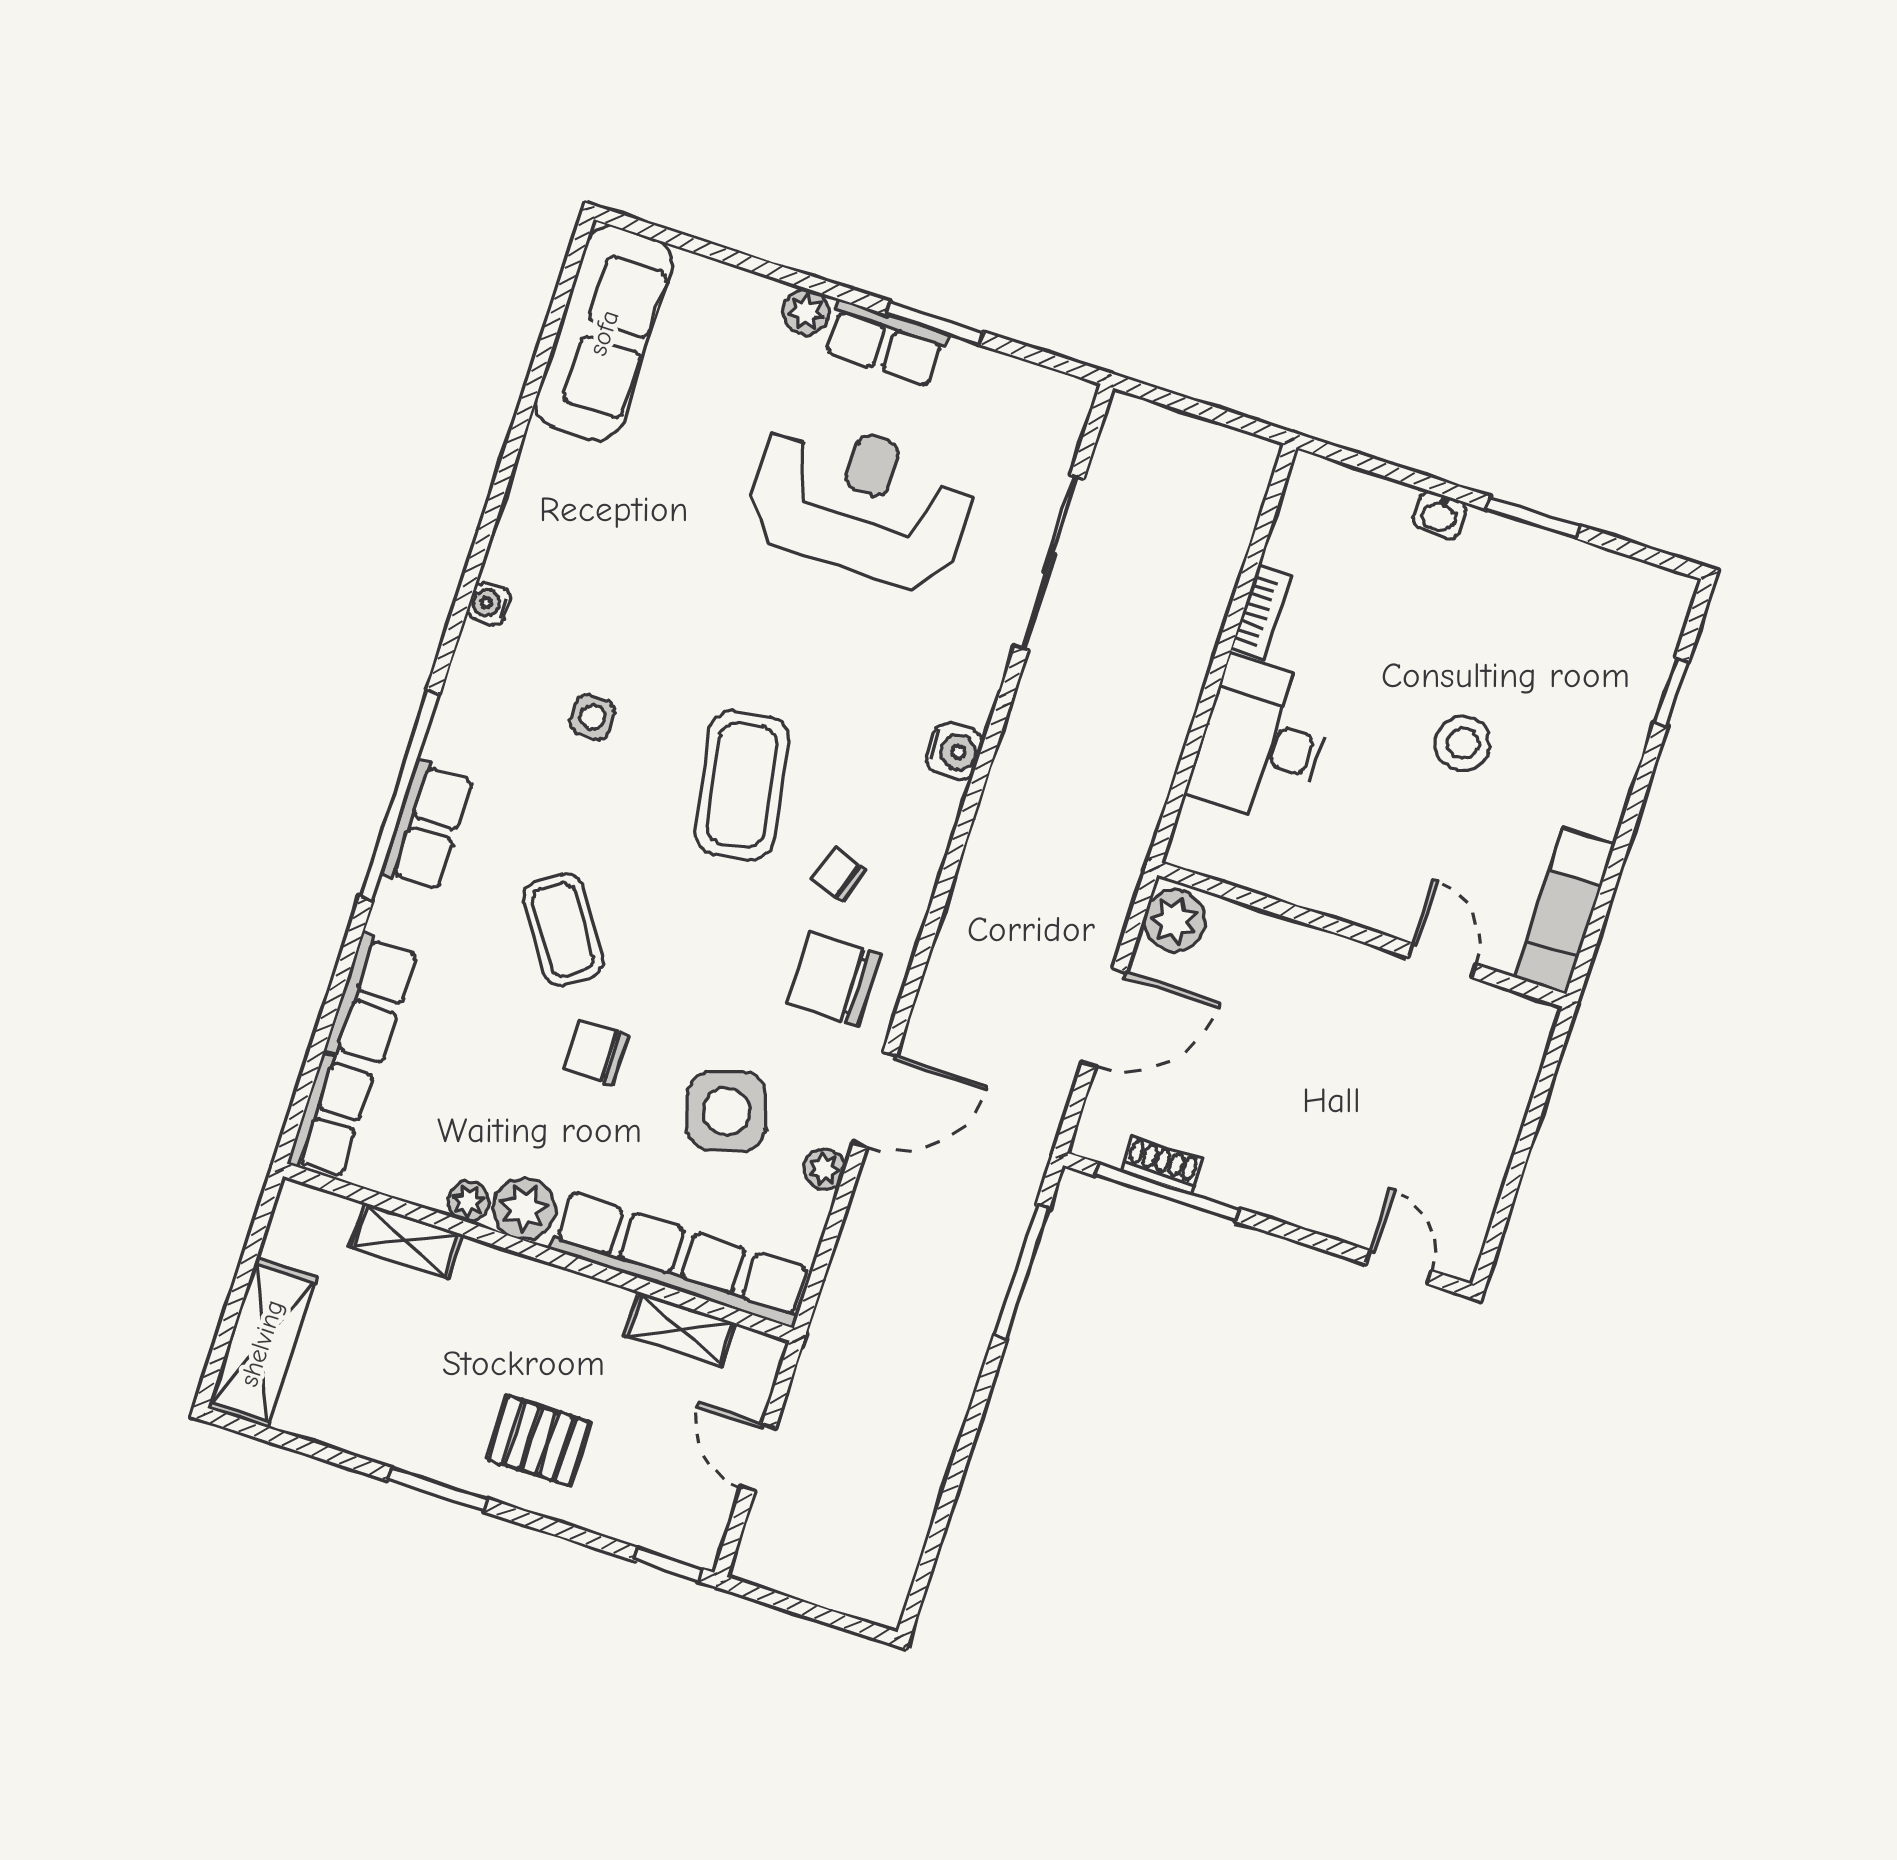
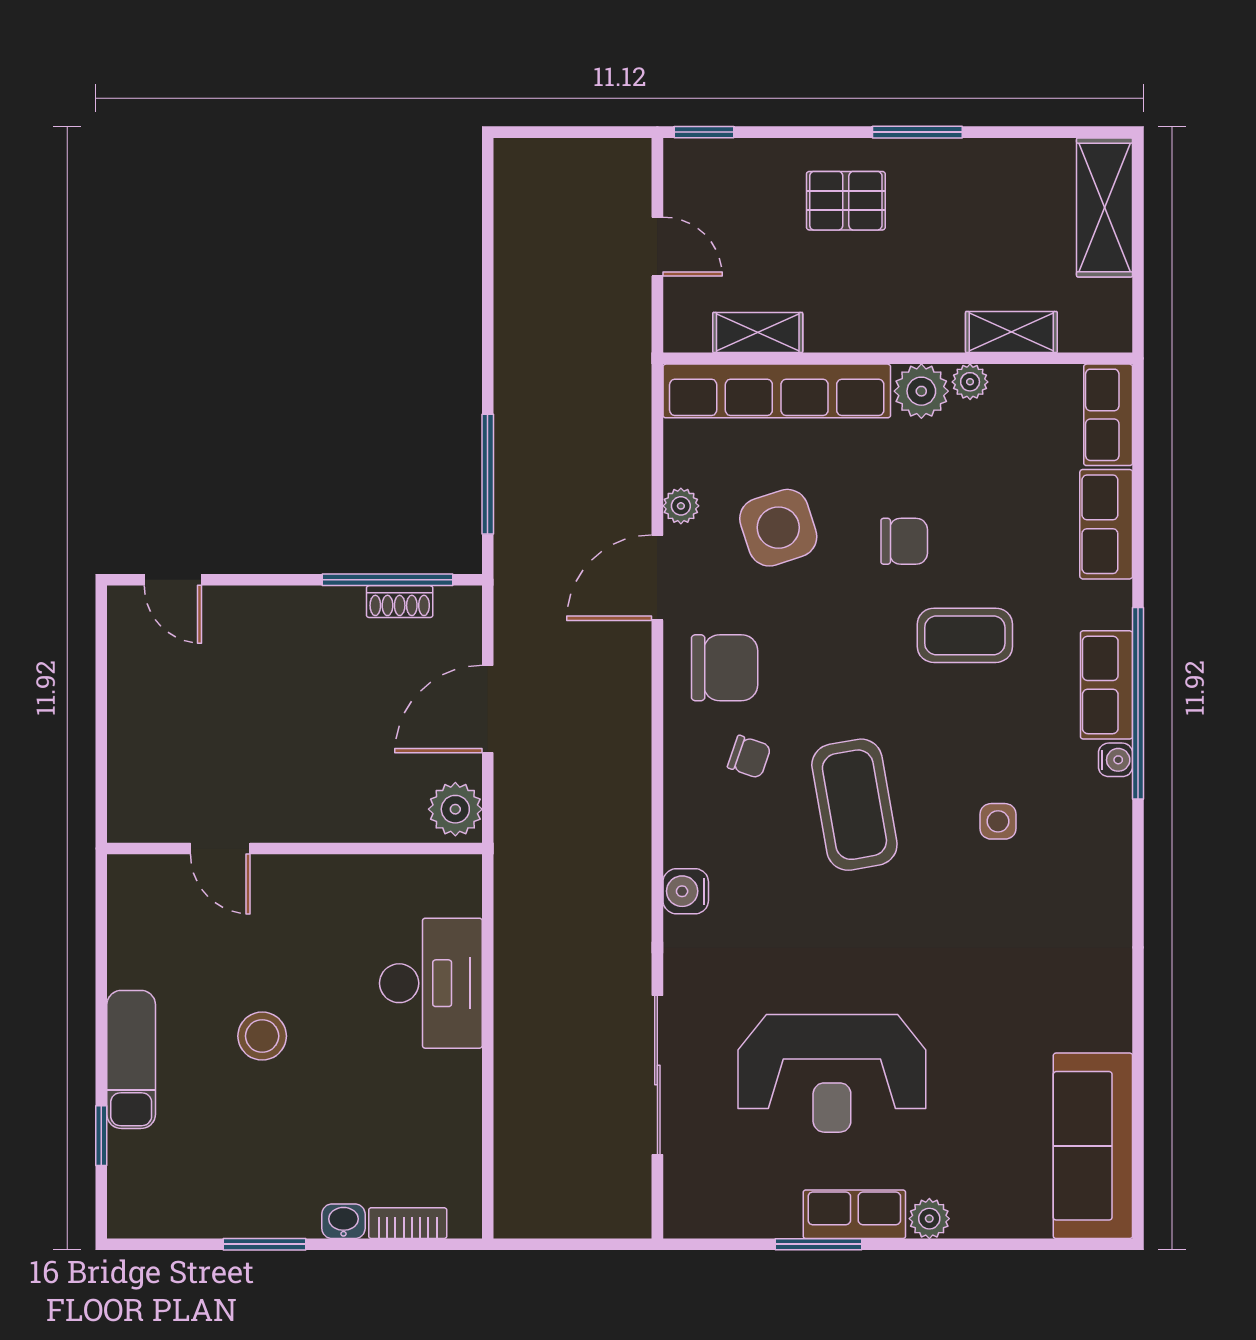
water cooler: (489, 604) -> (1115, 760), moved
bookcase: (1261, 612) -> (408, 1223), moved, turned 90
exam couch: (1565, 911) -> (131, 1059), moved
coffee table: (563, 929) -> (965, 635), turned -56

